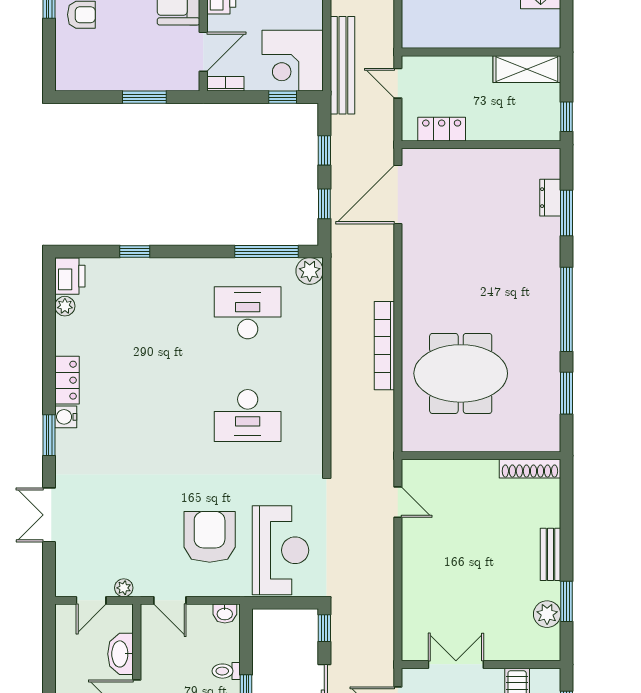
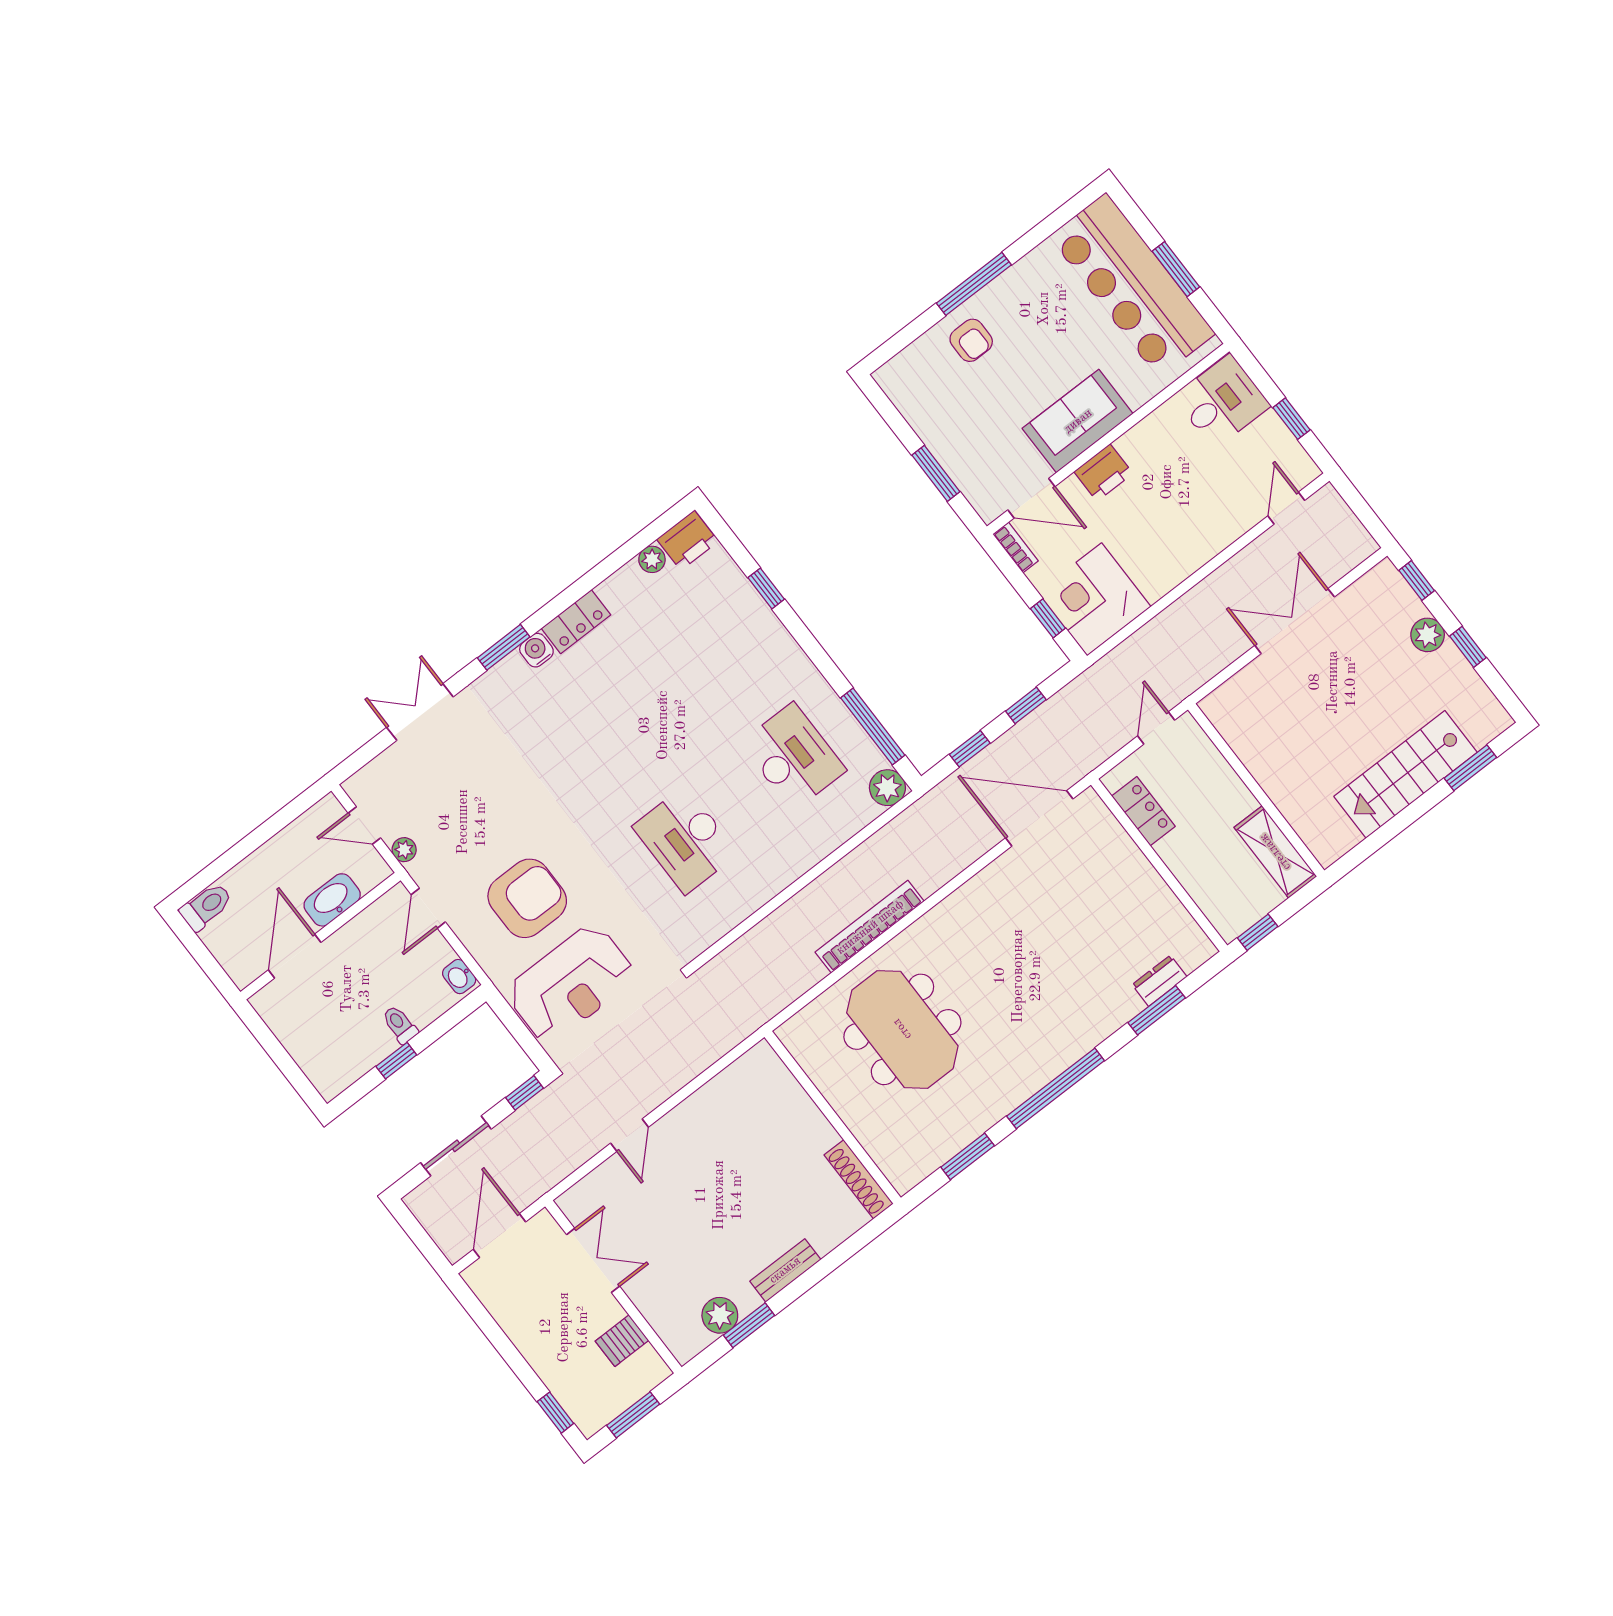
bench: (342, 65) -> (1130, 655), removed
door: (398, 502) -> (629, 1135), moved

